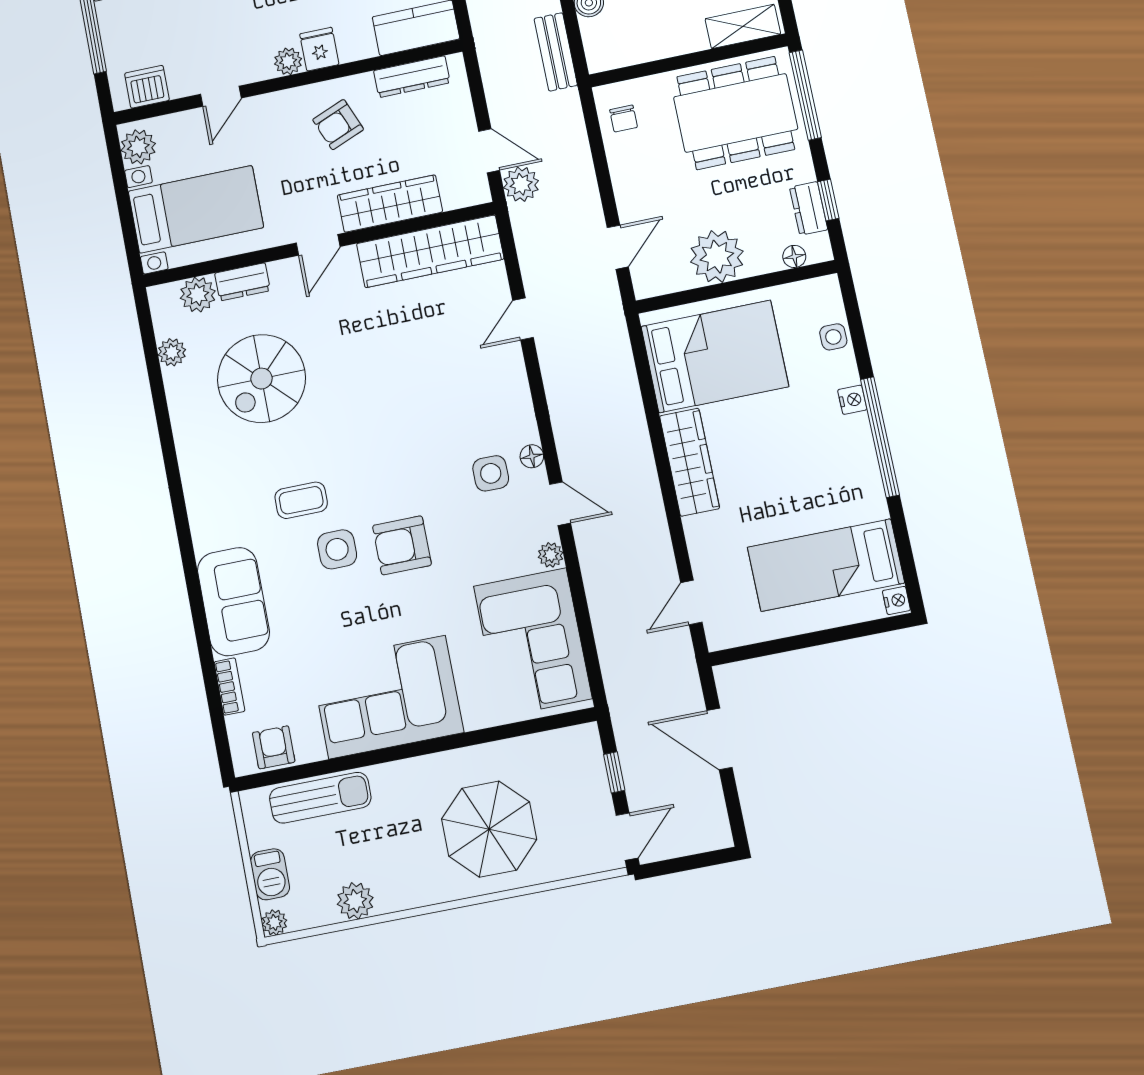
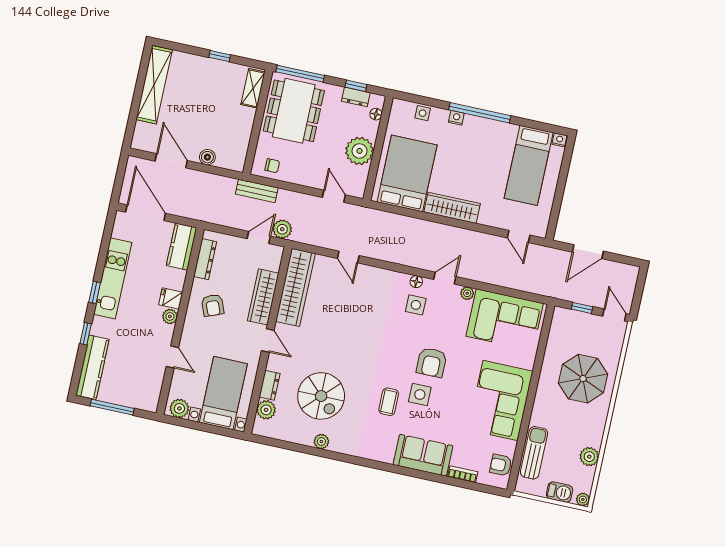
bench: (556, 52) -> (257, 191), moved
dishwasher: (147, 87) -> (151, 392), removed
plant: (172, 352) -> (321, 441), moved

